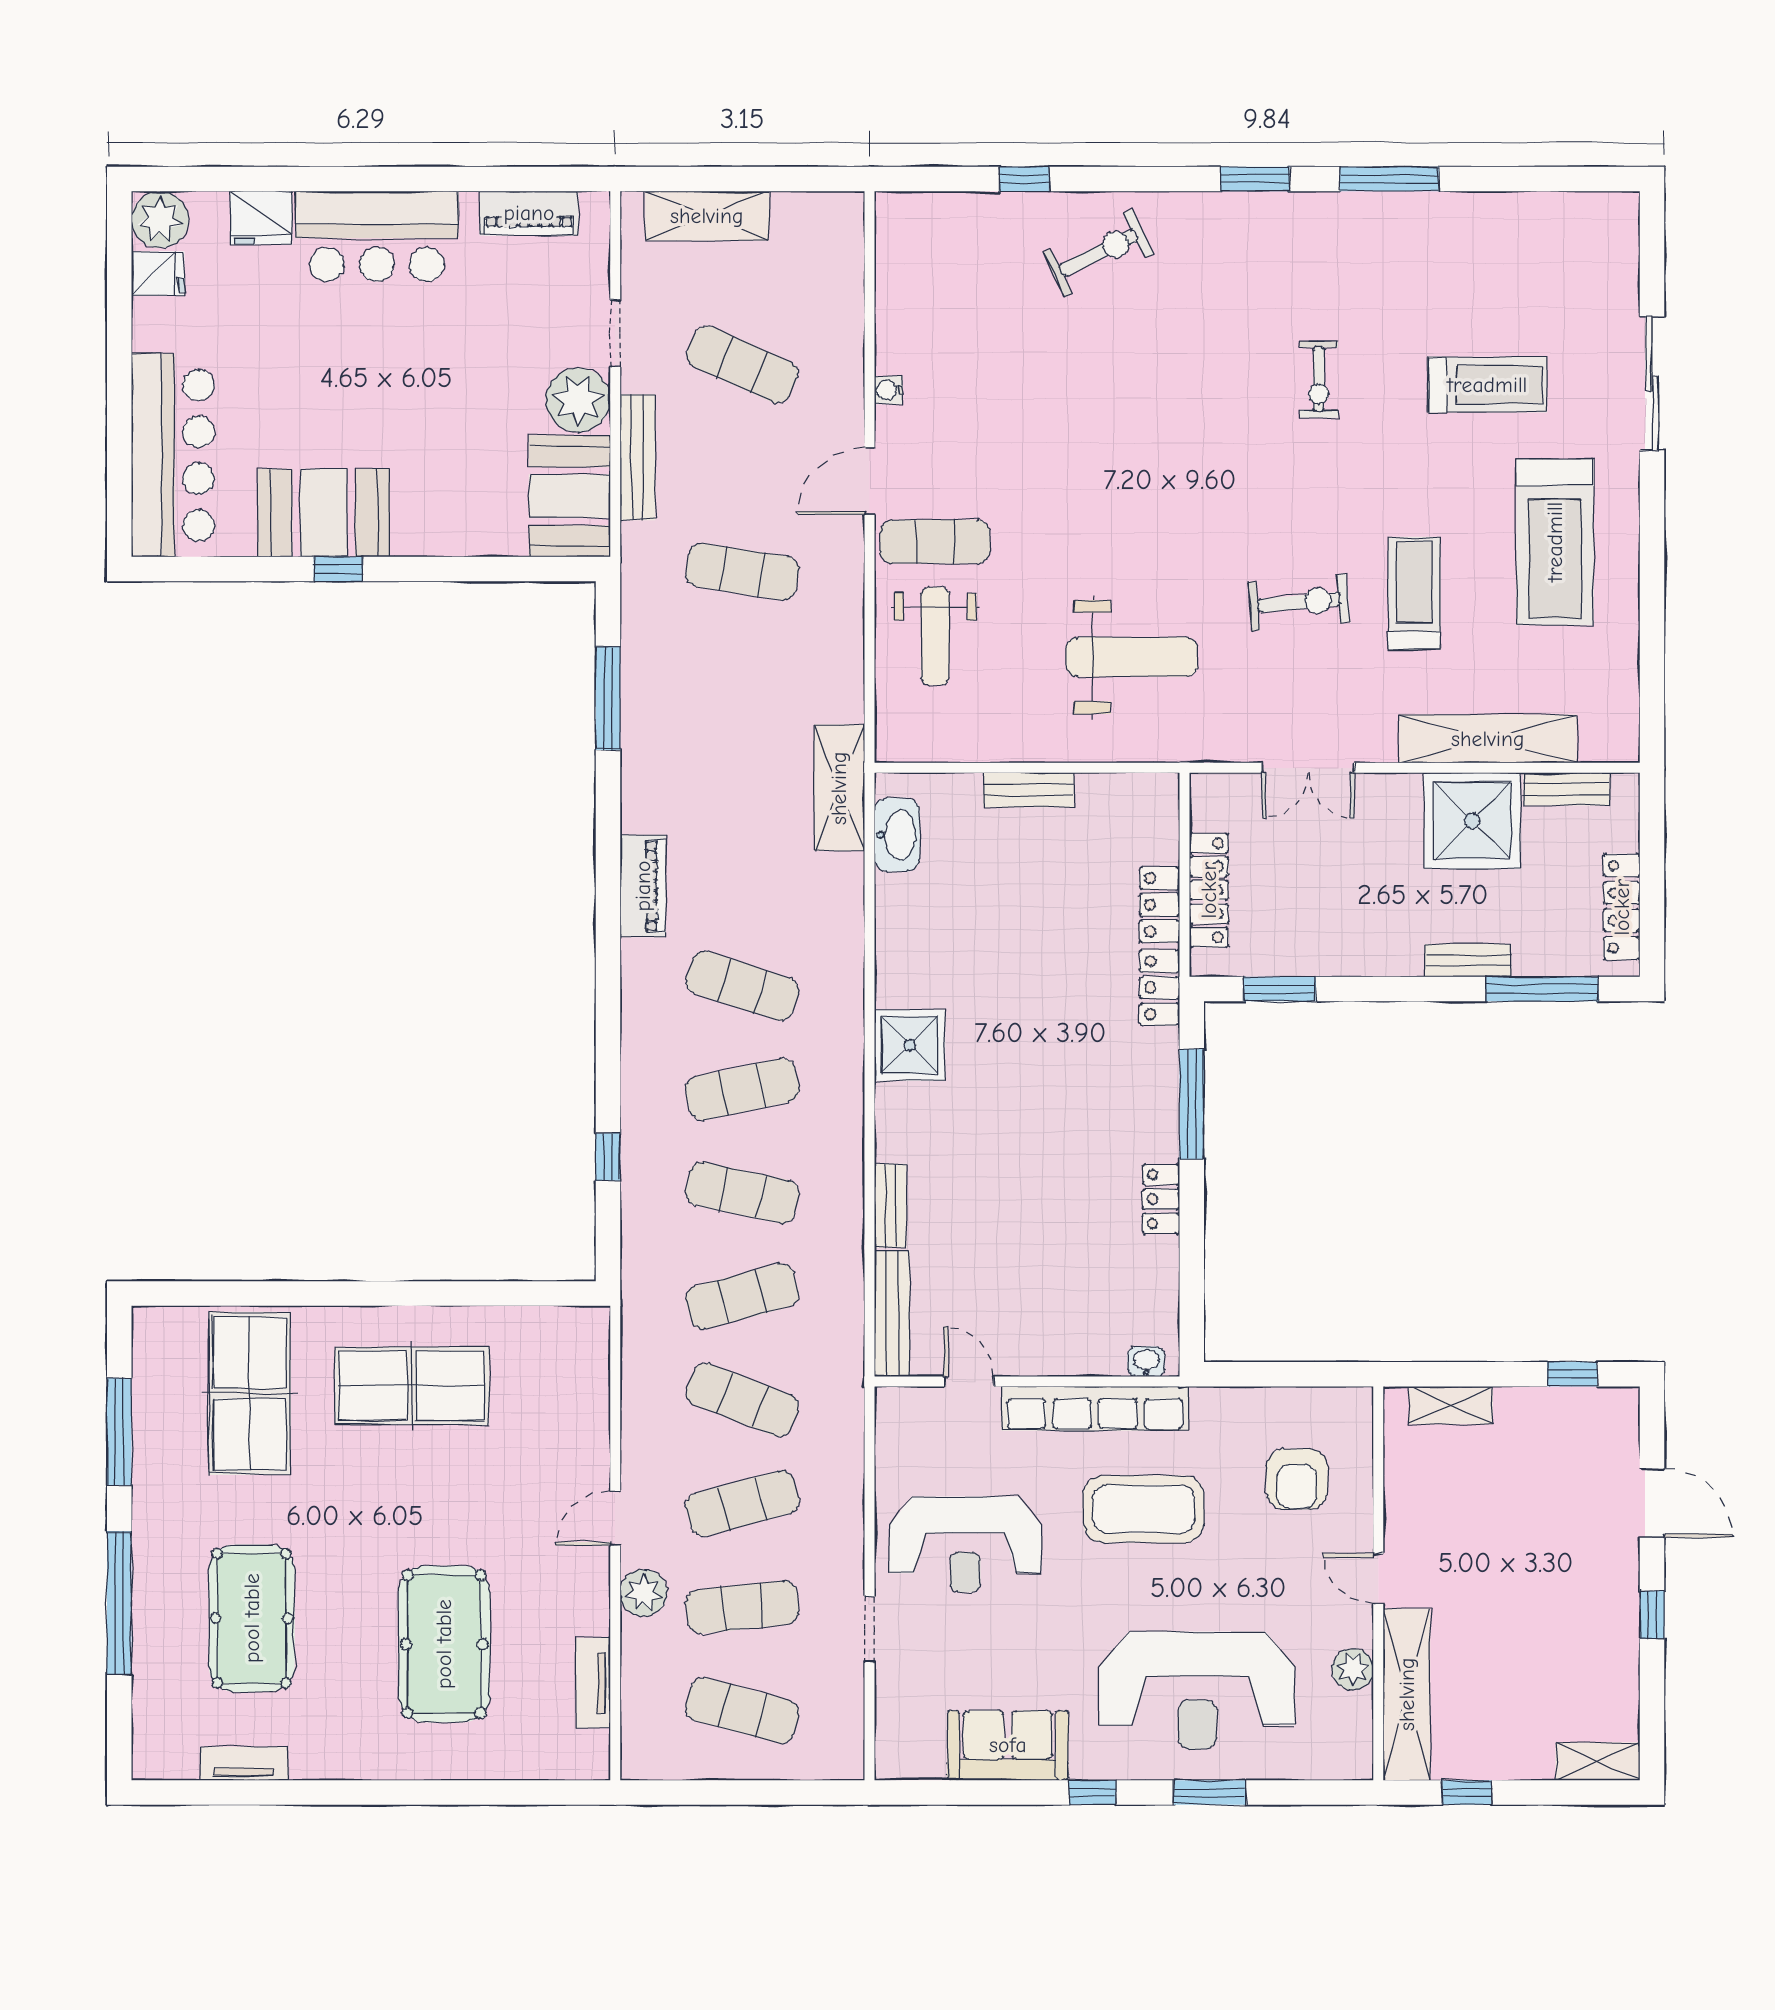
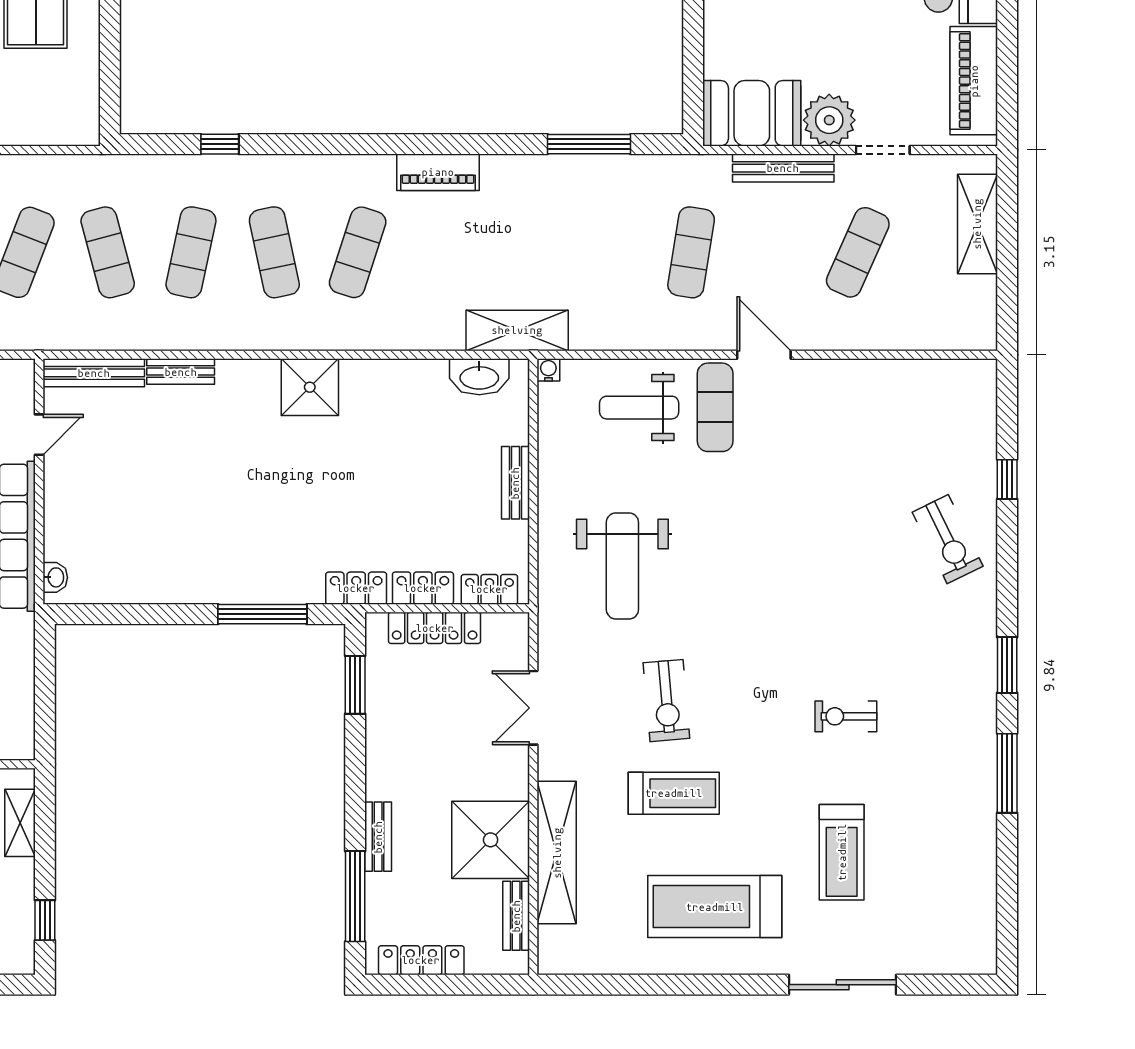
piano: (529, 213) -> (974, 81), width x1.37, depth x1.33
water cooler: (888, 390) -> (548, 370), moved
locker: (1161, 1199) -> (489, 589), moved

